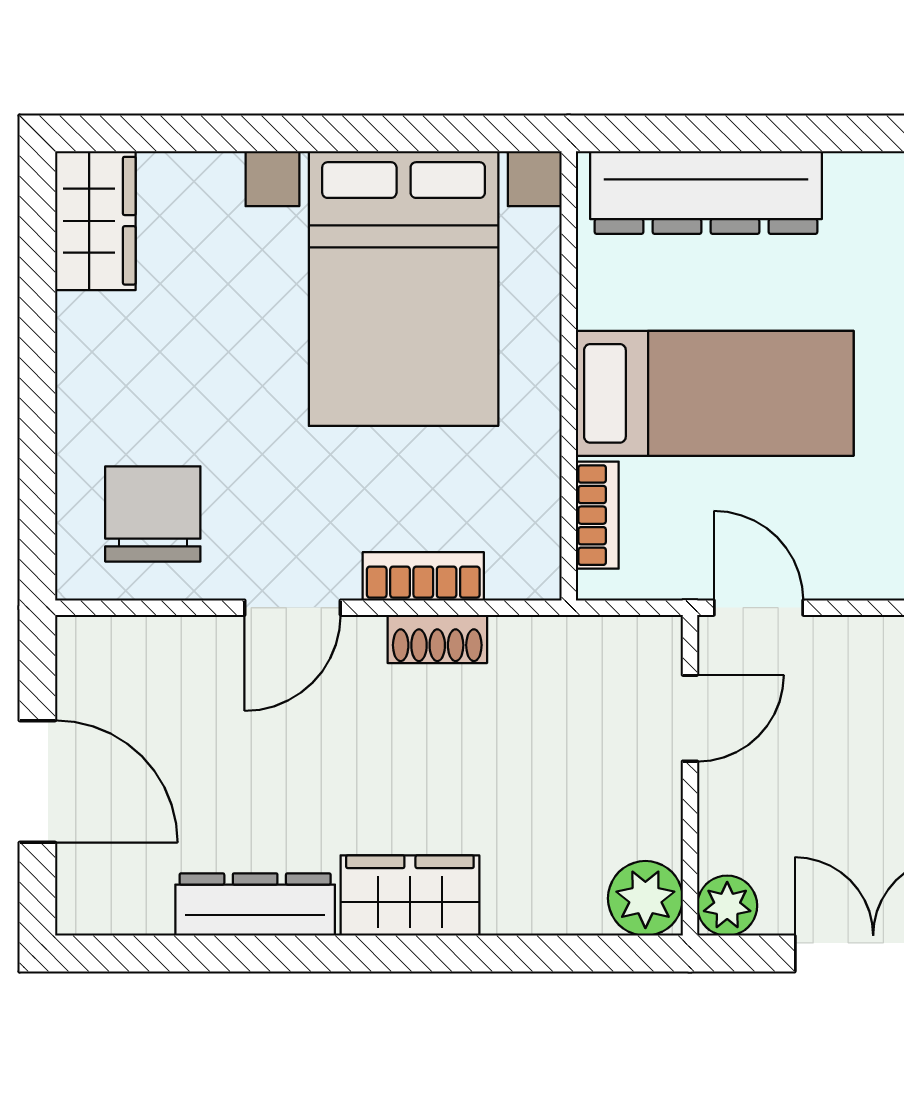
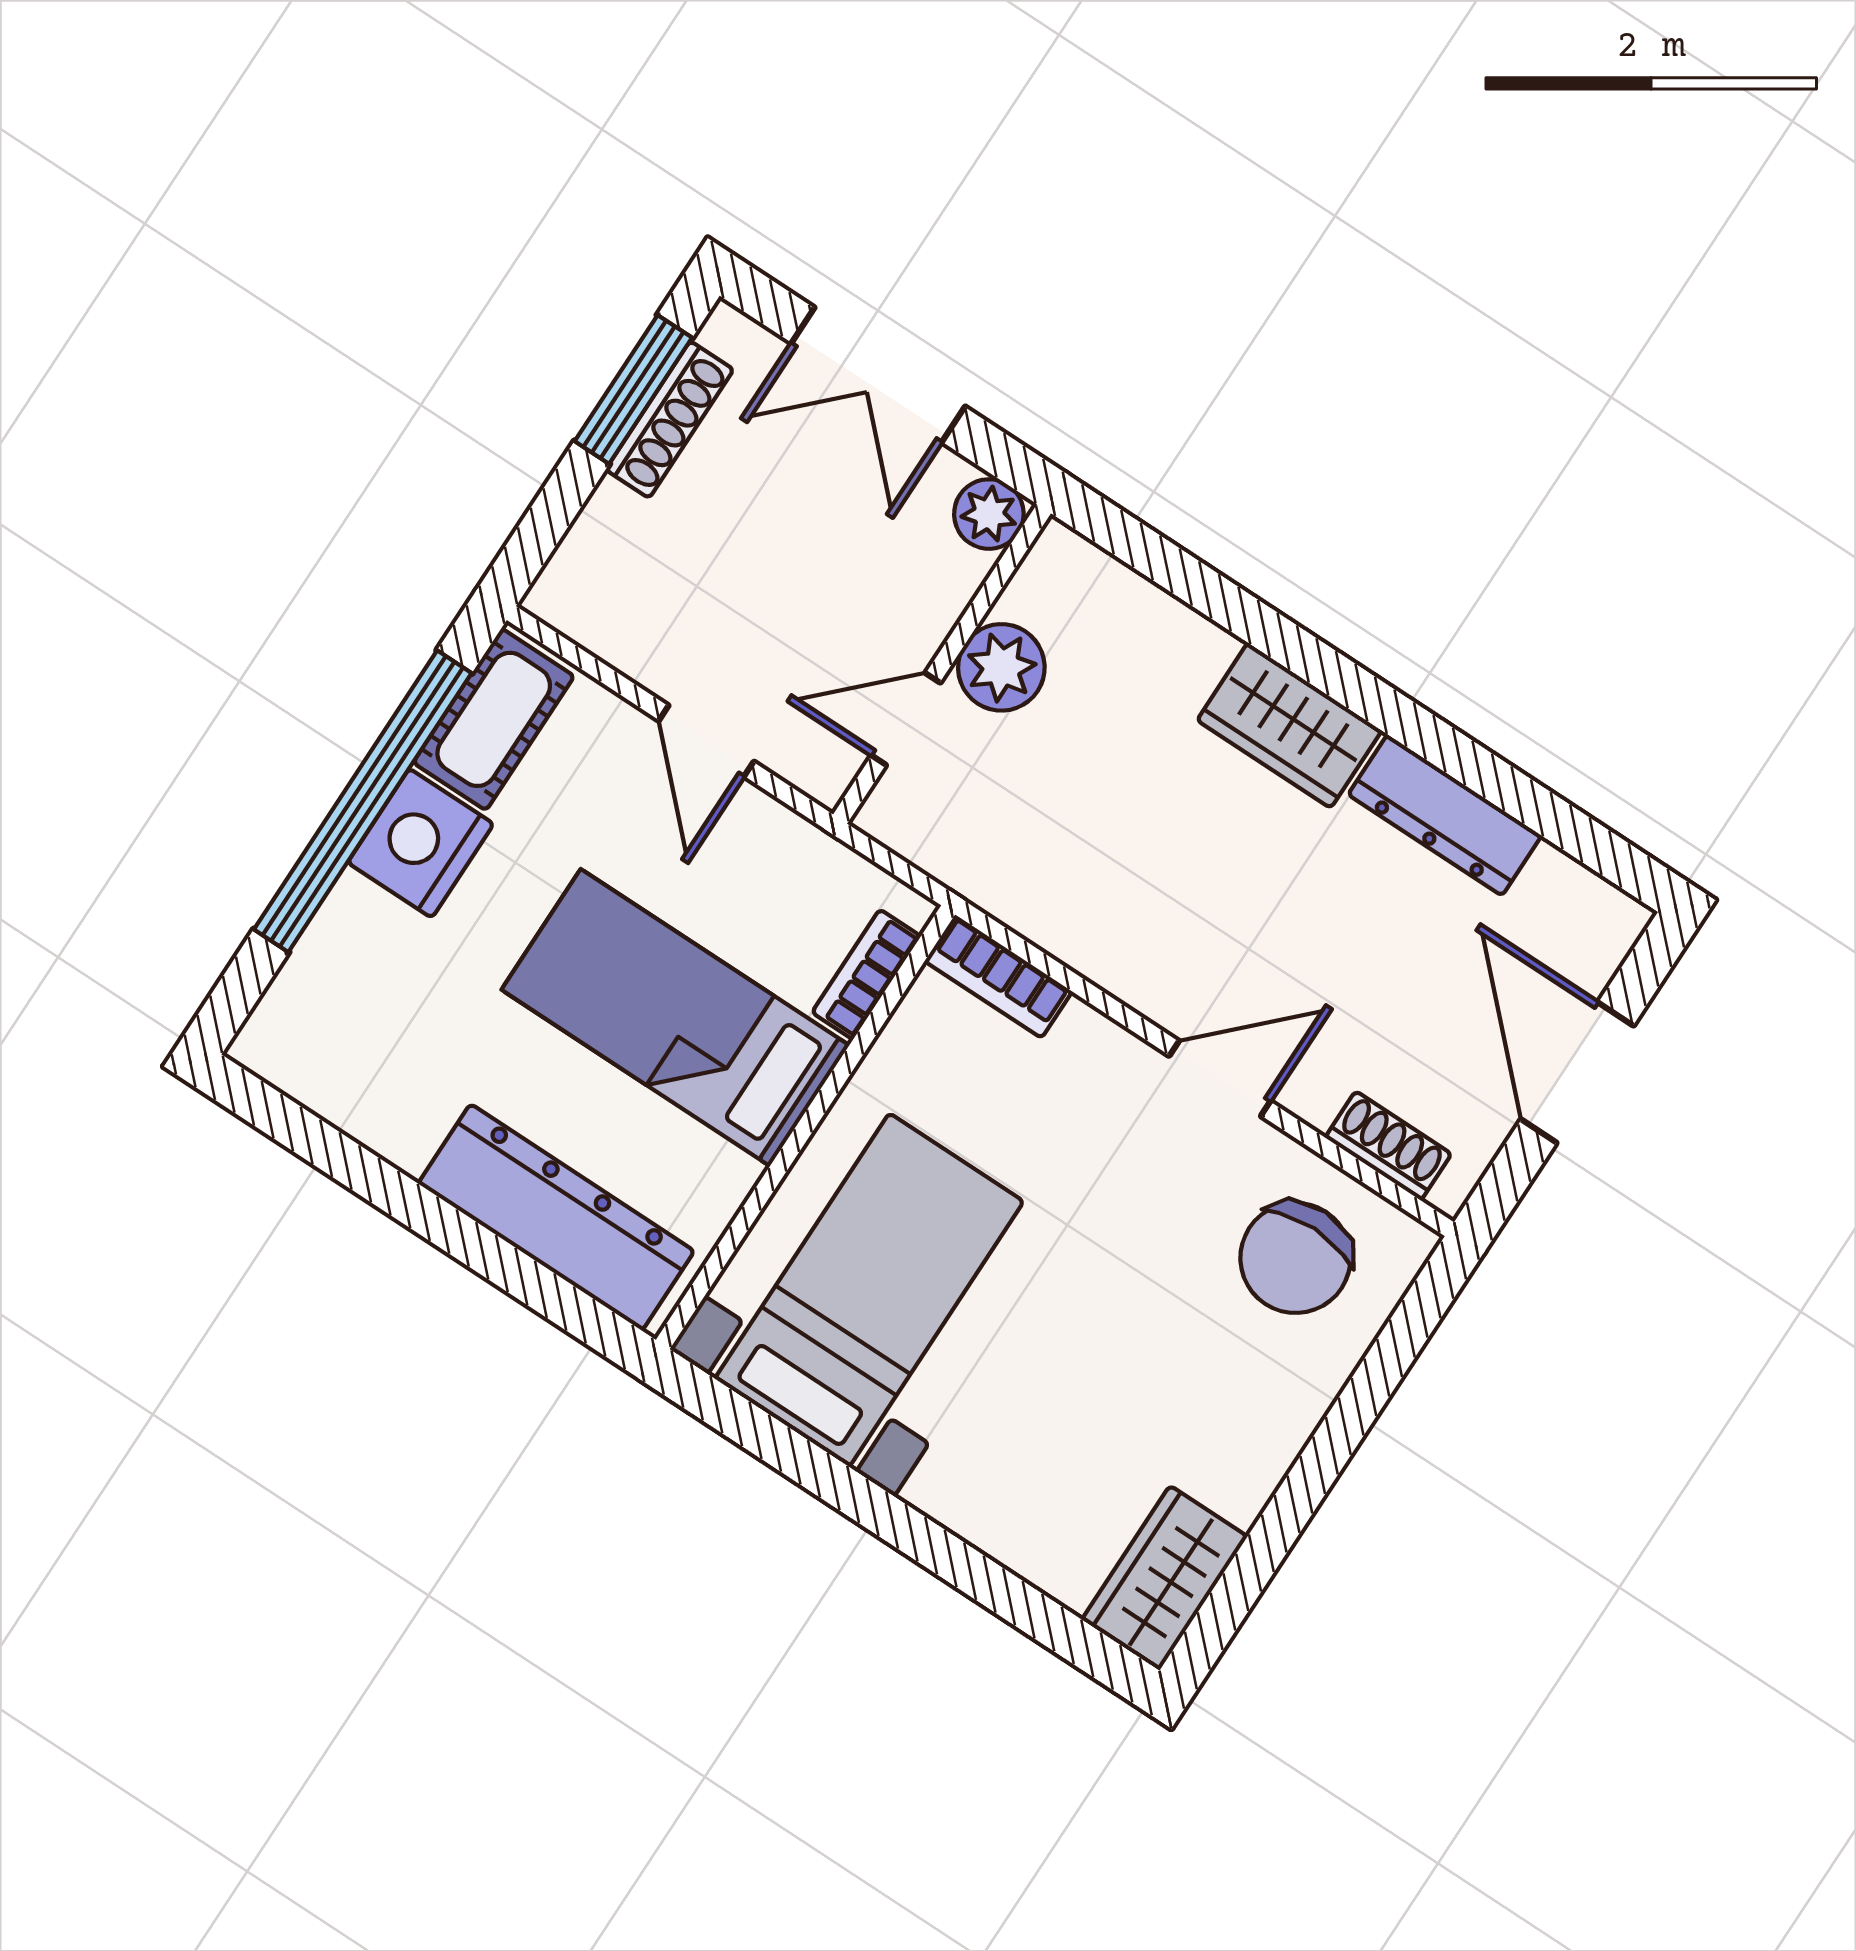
bed with nightstands: (404, 289) -> (869, 1290), width x0.73
bookcase: (423, 576) -> (998, 976), moved
door: (758, 608) -> (706, 741), moved
shoe rack: (437, 639) -> (1388, 1146), moved
plant: (645, 898) -> (1001, 667), moved

